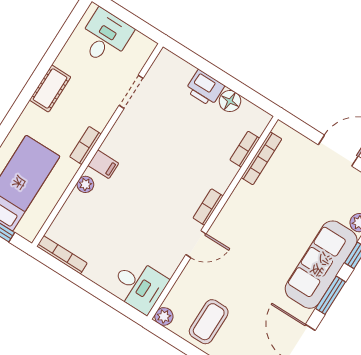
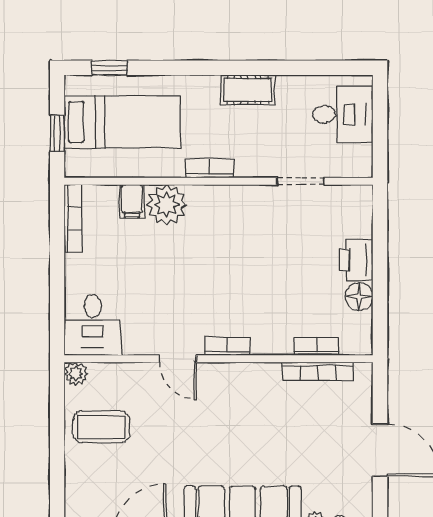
filing cabinet: (103, 164) -> (132, 201), moved
plant: (85, 184) -> (167, 205), width x1.88, depth x1.88

